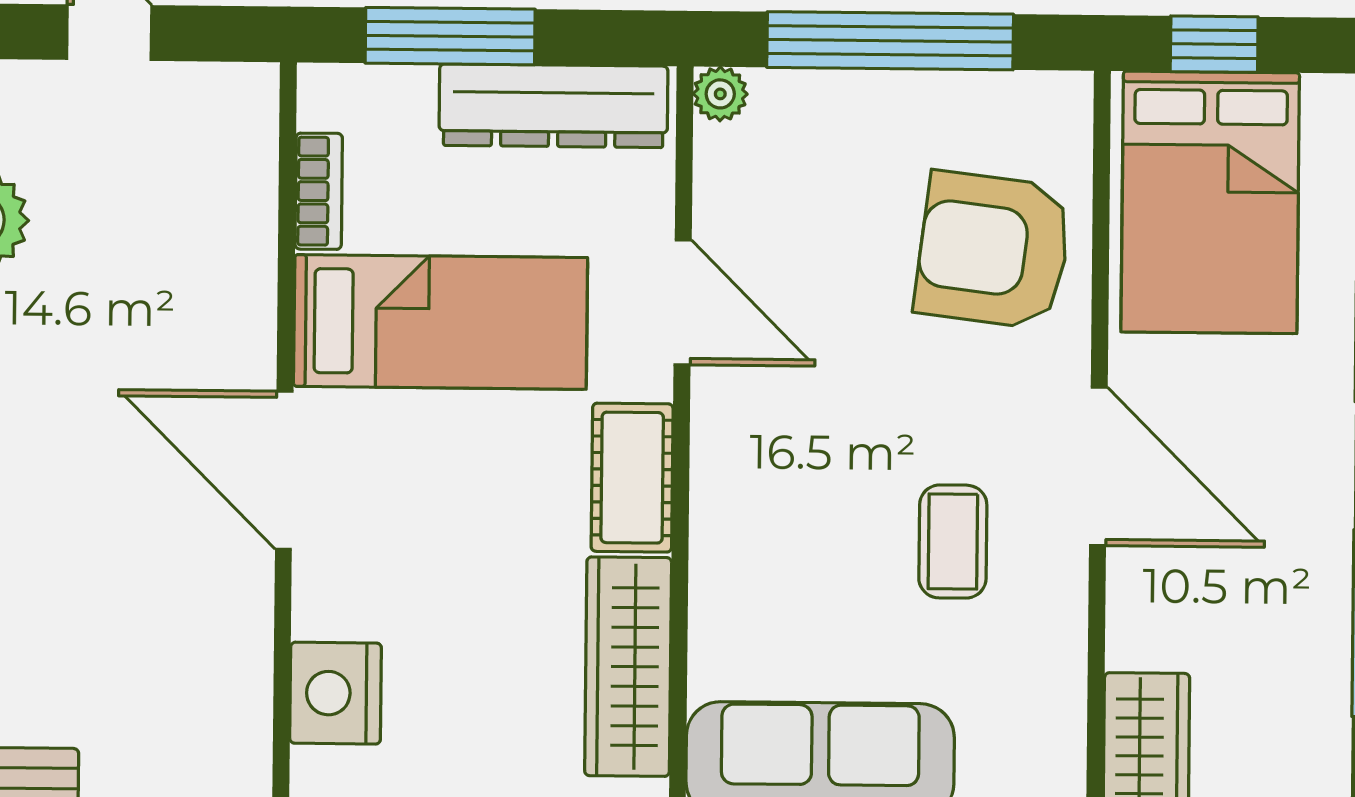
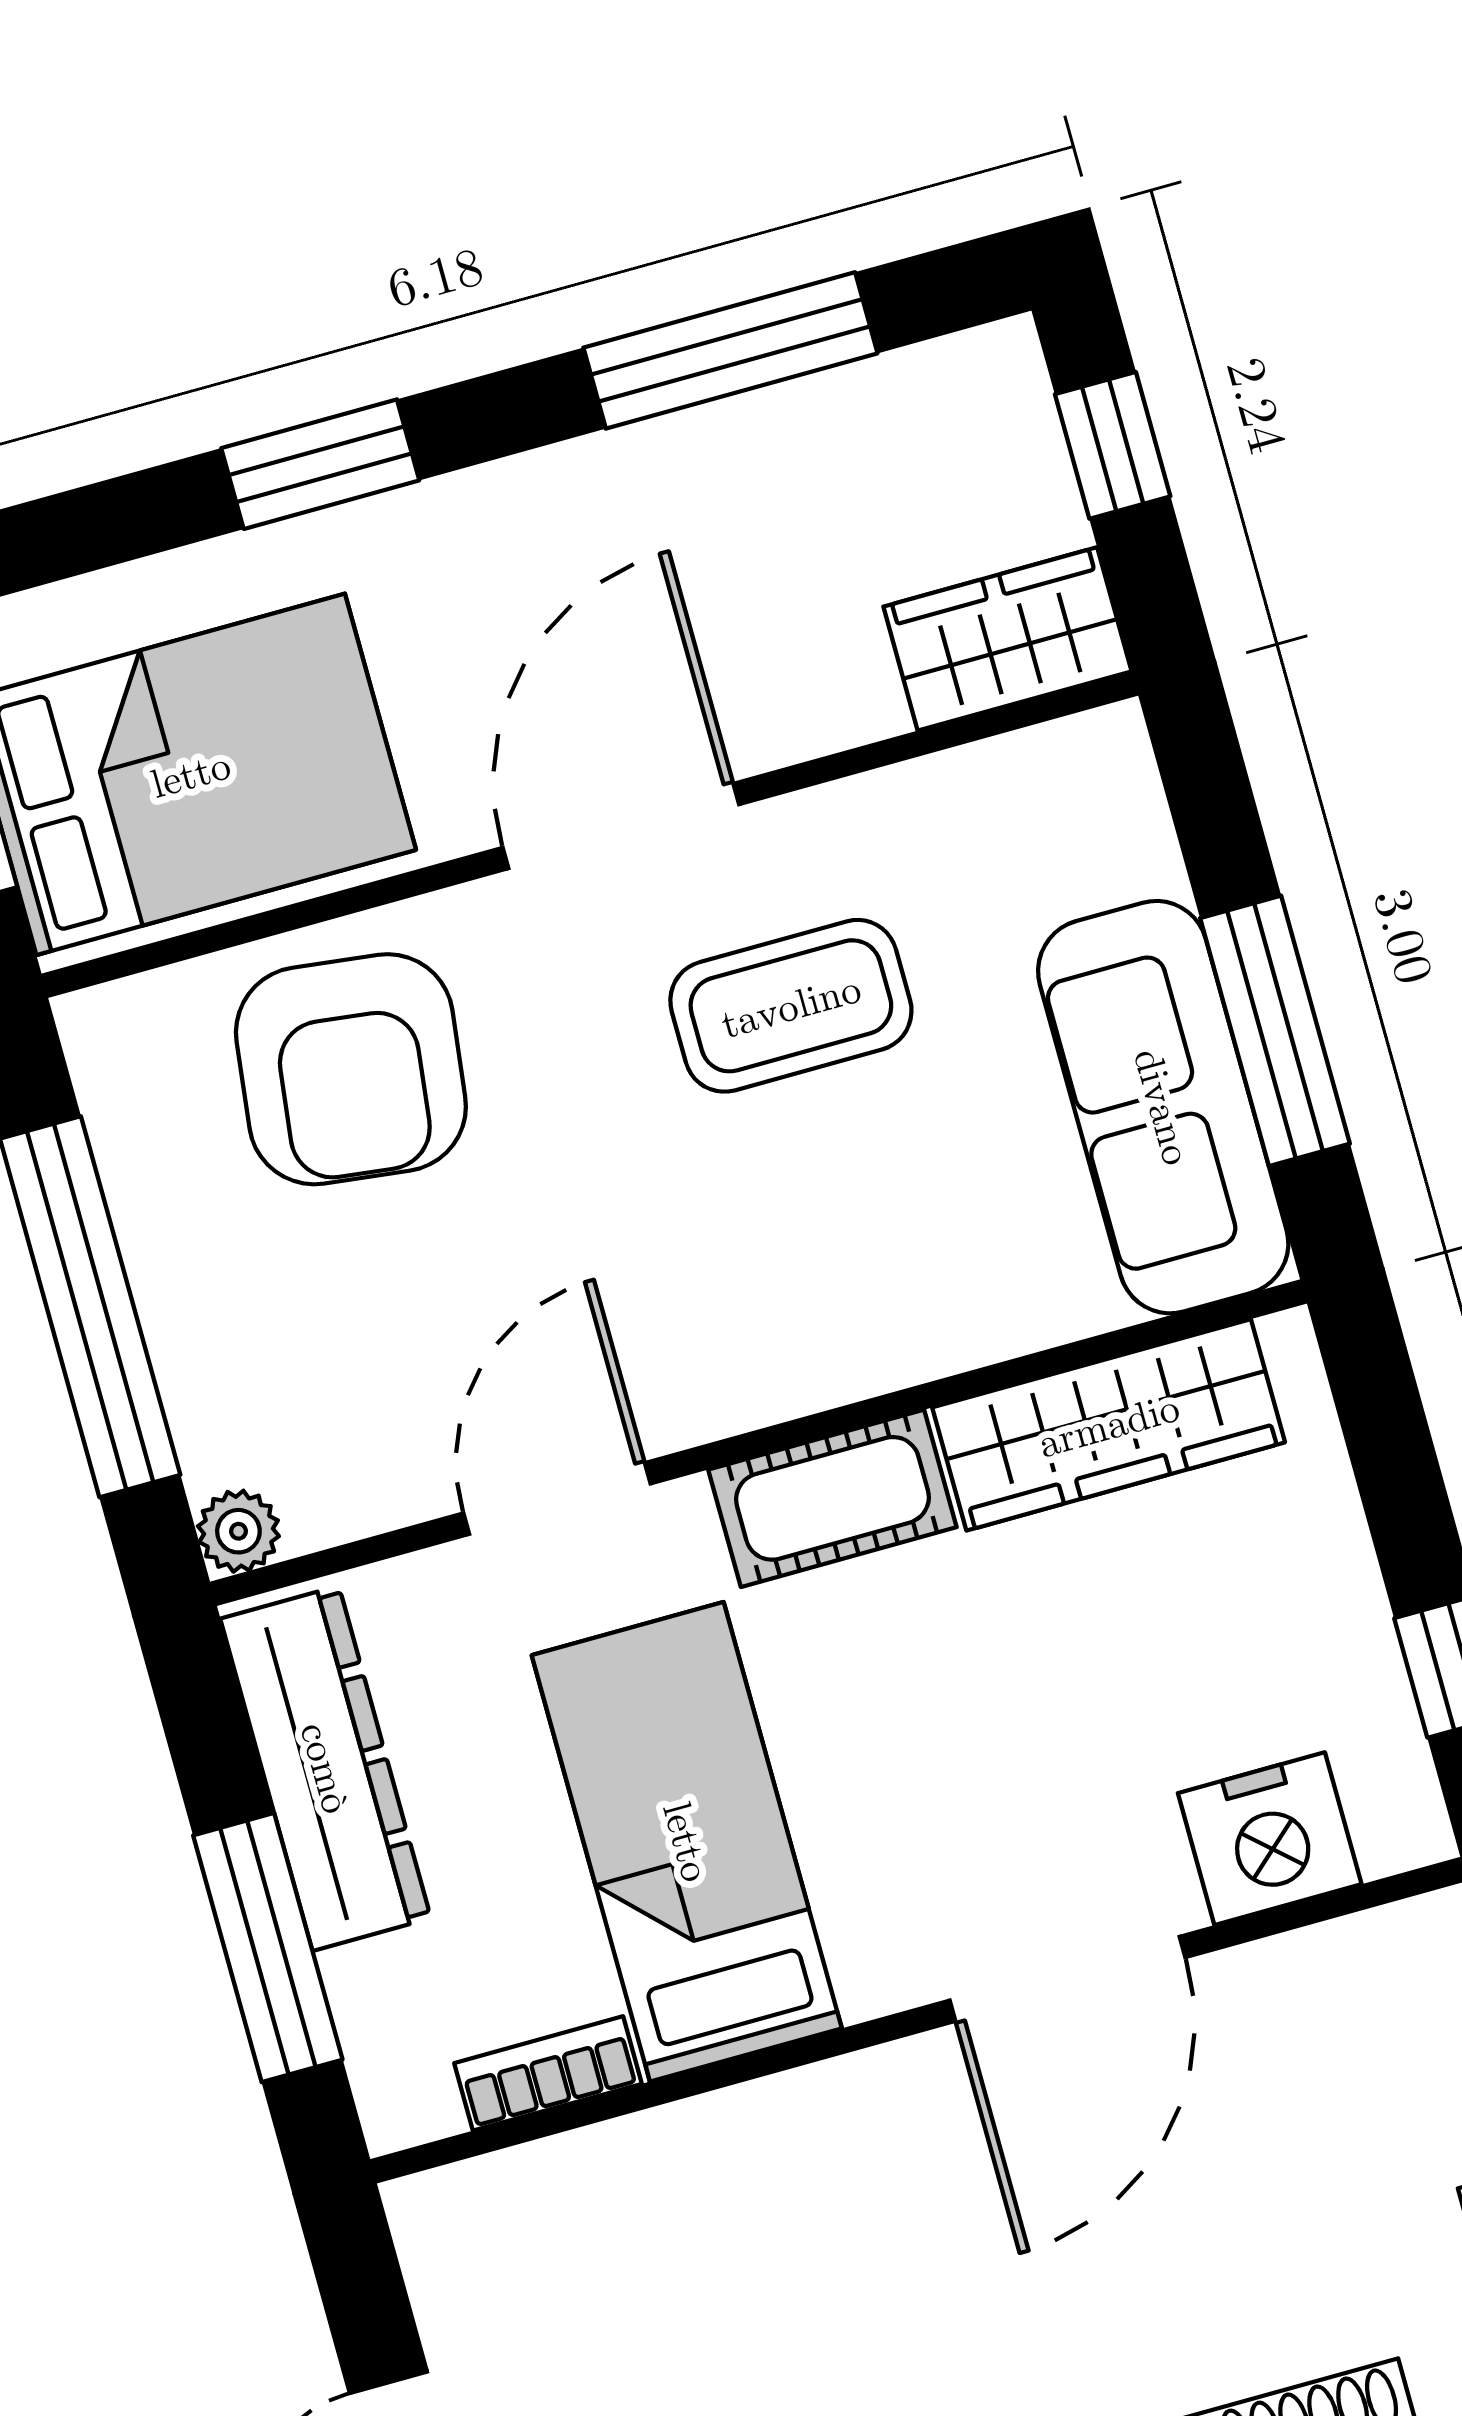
door: (284, 470) -> (1067, 1979), moved
coffee table: (953, 542) -> (791, 1006), width x1.36, depth x1.30

